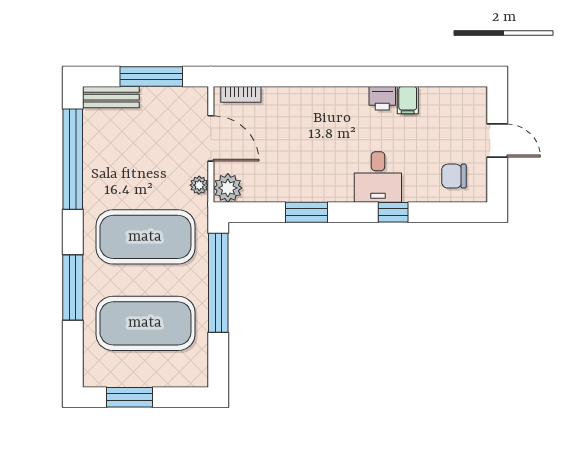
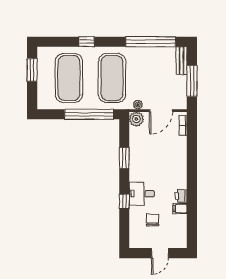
chair: (454, 176) -> (152, 220), moved
window: (73, 288) -> (87, 42), width x0.46

